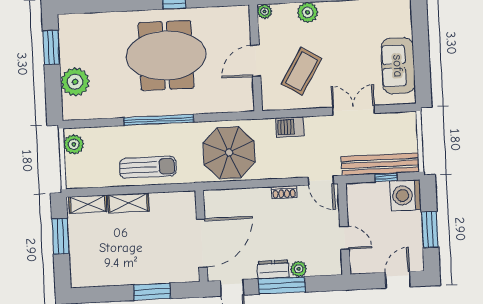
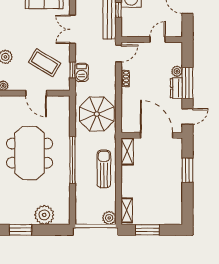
window: (293, 113) -> (72, 70), added
plant: (74, 144) -> (109, 218), moved
shelving: (128, 203) -> (127, 151), moved

